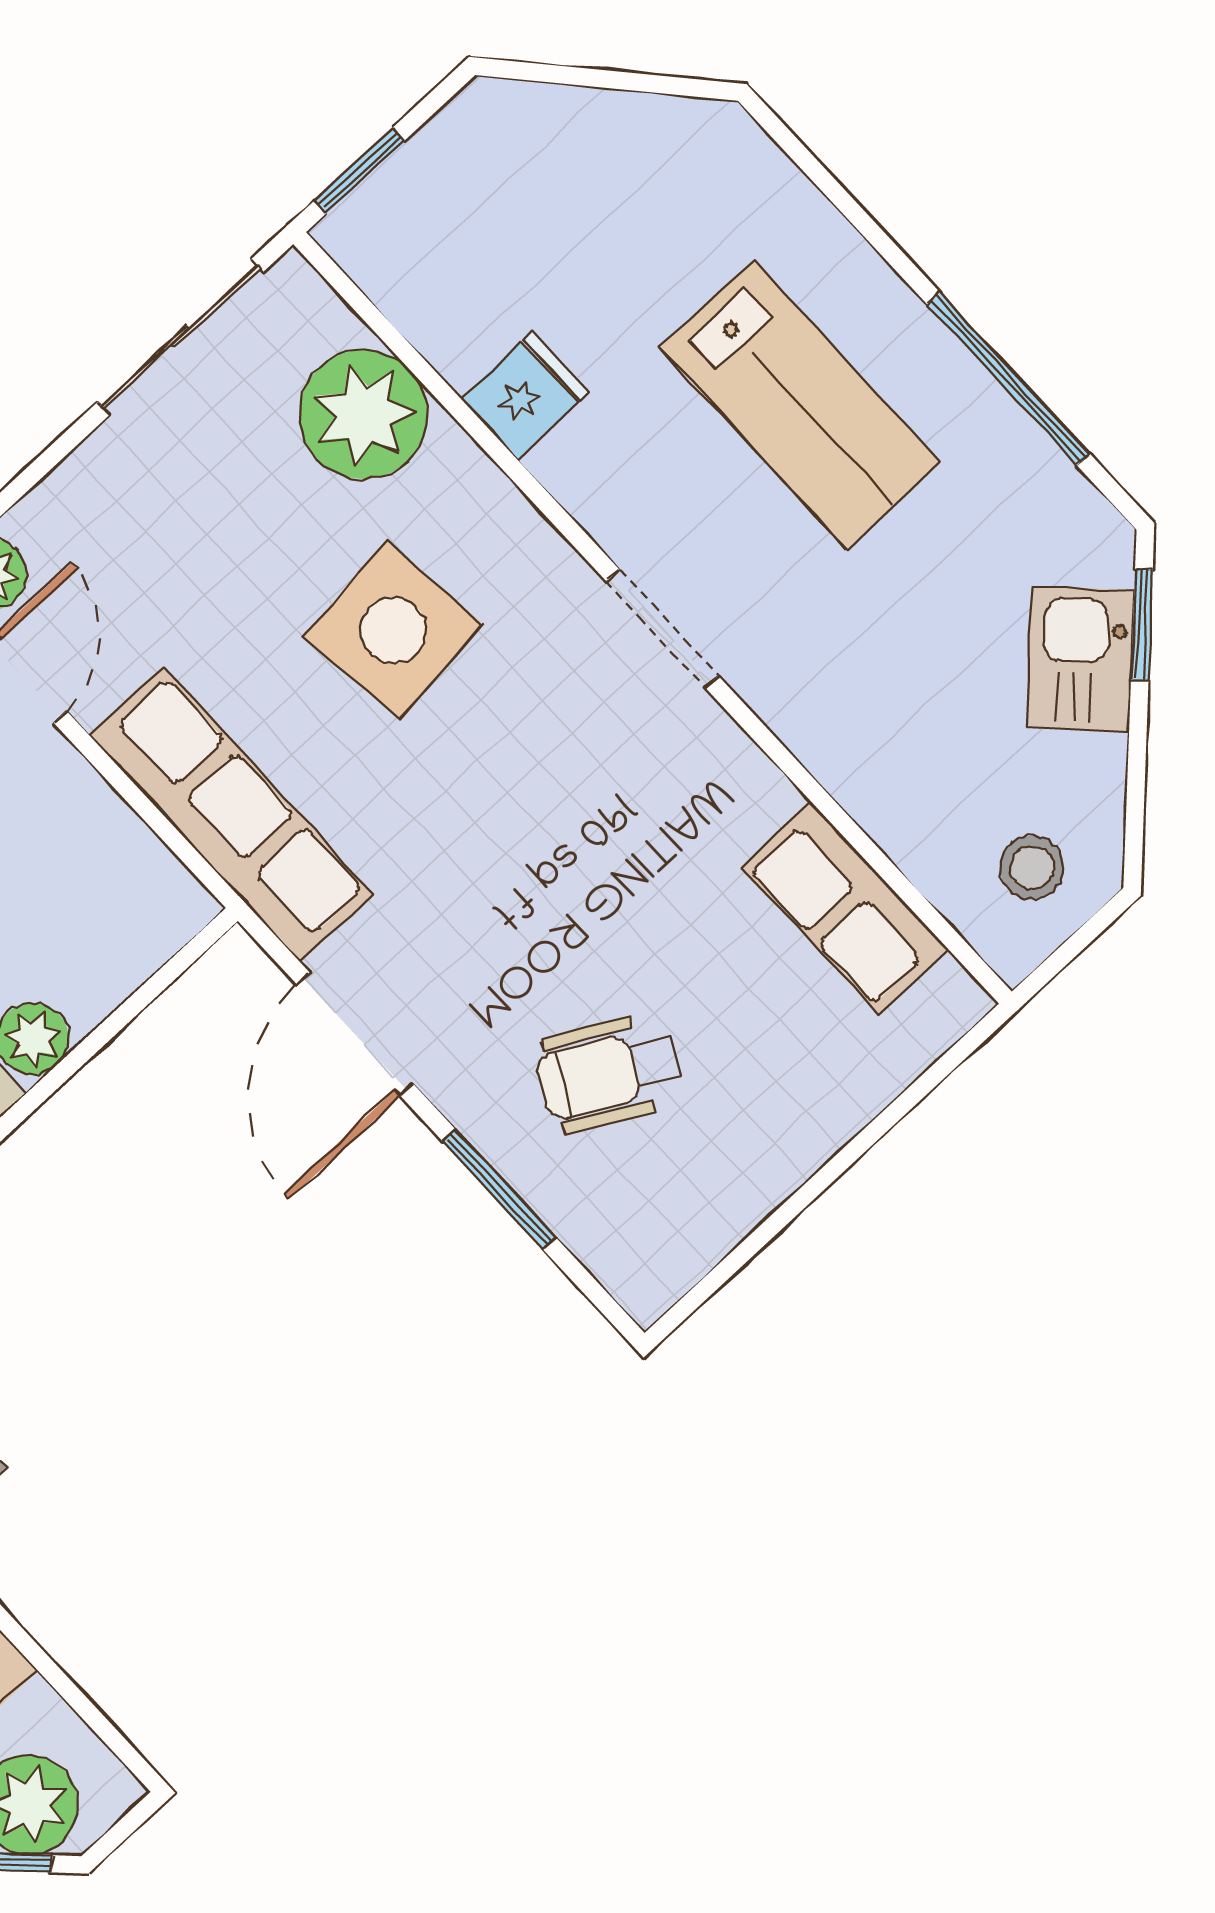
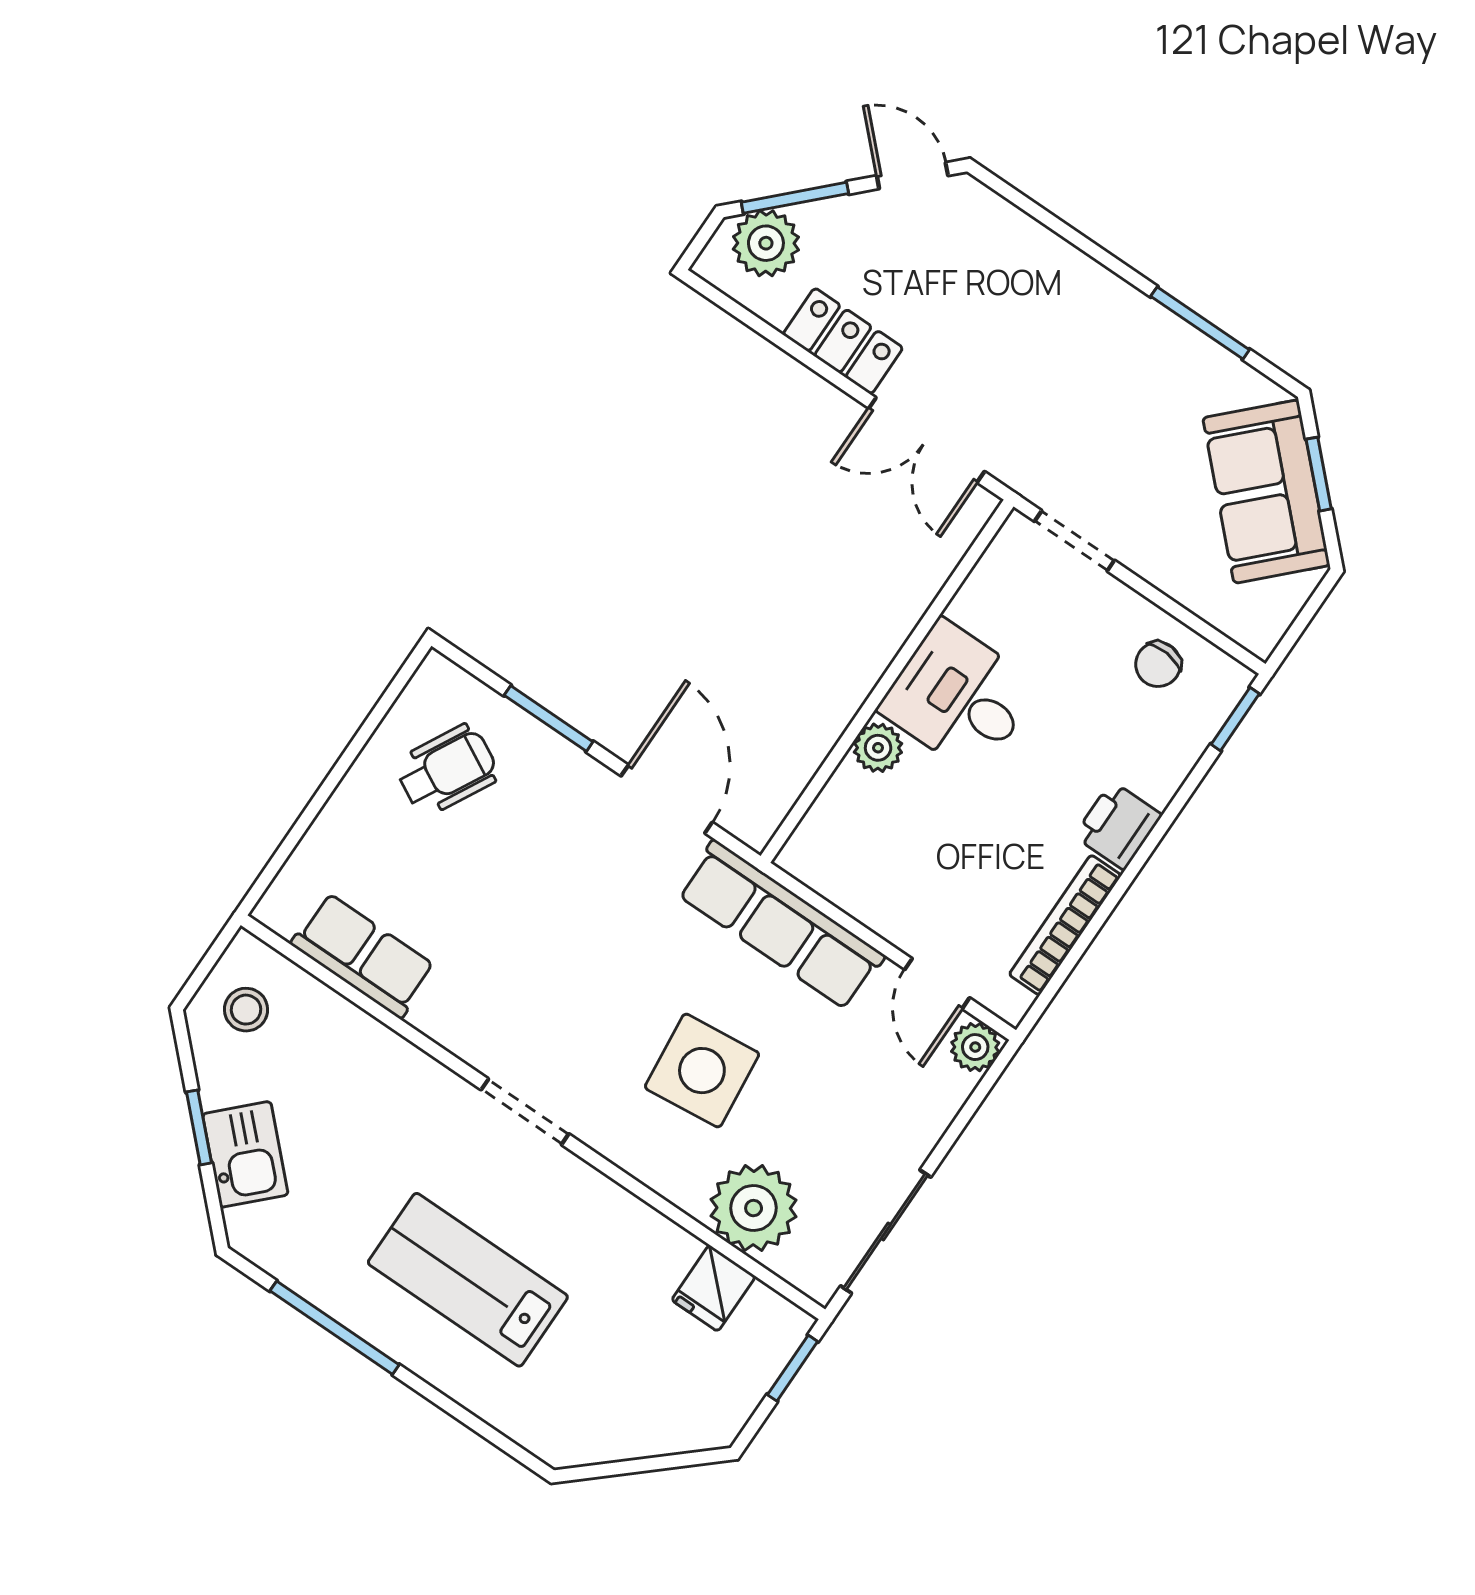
fridge: (525, 395) -> (714, 1288), moved
window: (1142, 625) -> (199, 1127), moved
wheelchair: (608, 1073) -> (447, 770), moved

